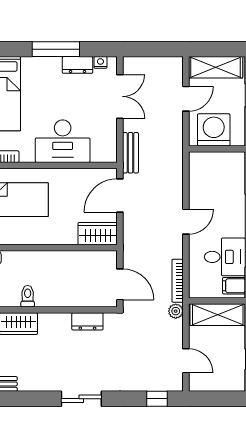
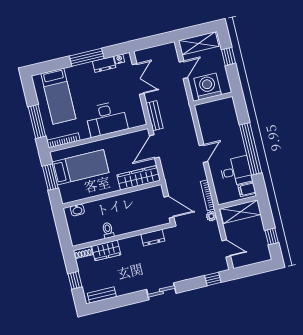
wardrobe: (98, 234) -> (139, 178), width x1.50

